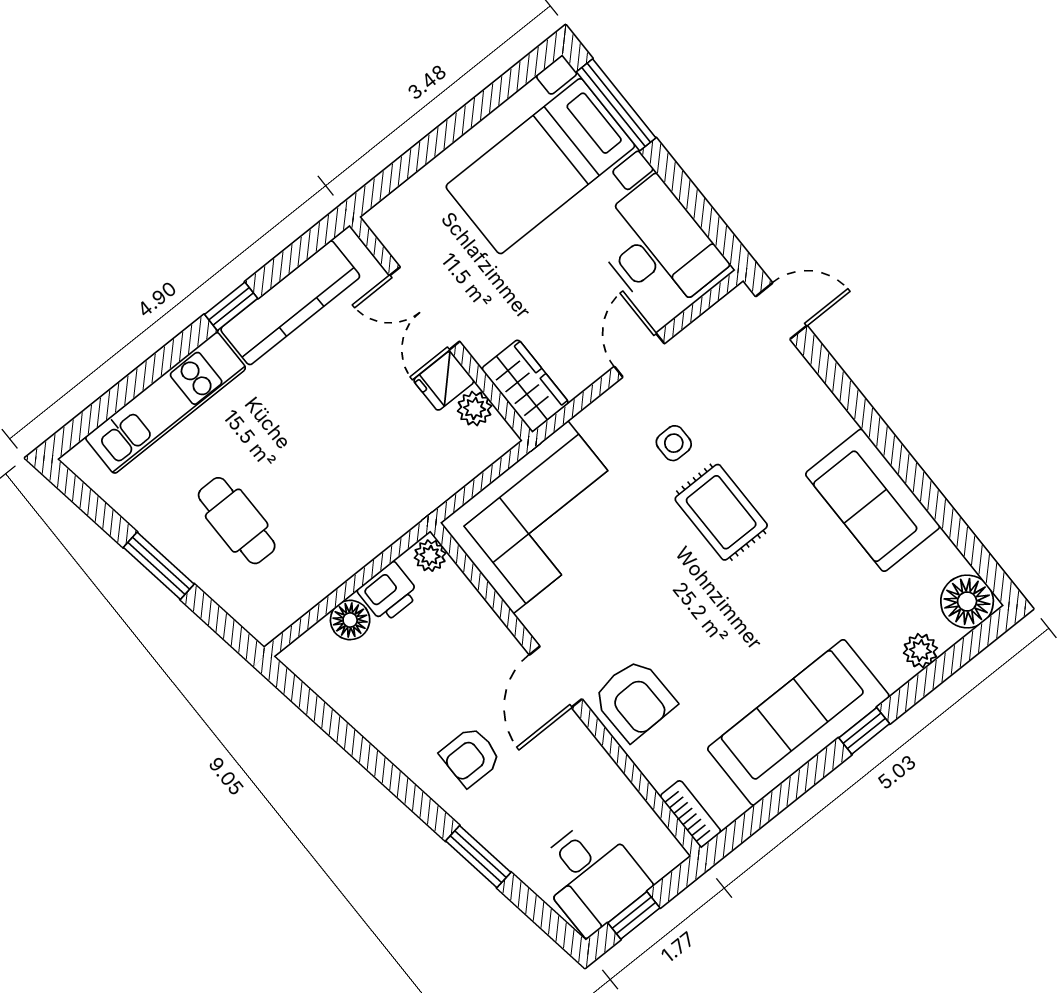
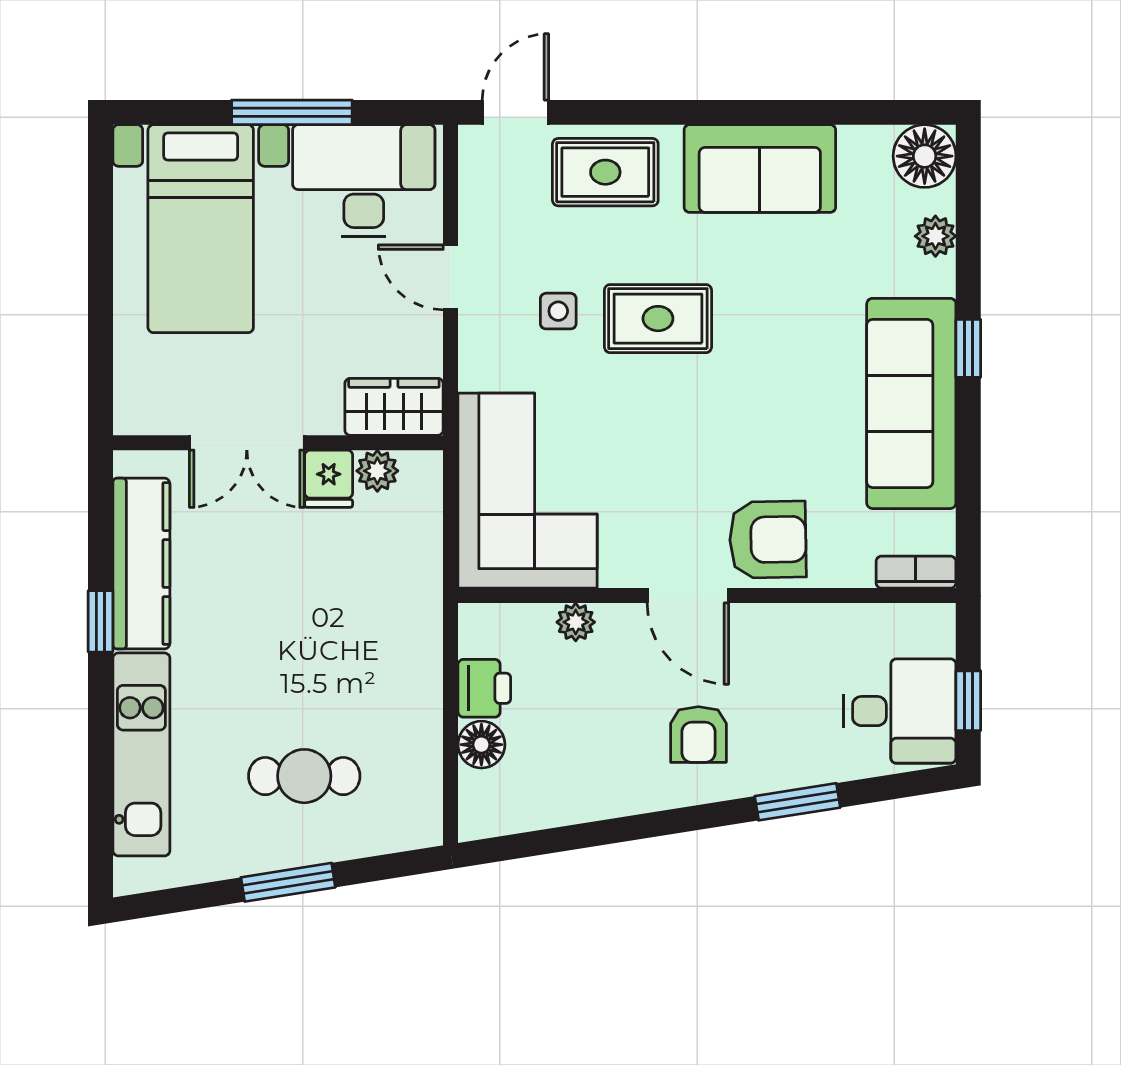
window: (616, 105) -> (292, 112), moved
rug: (789, 401) -> (605, 172), added
plant: (430, 556) -> (576, 622), moved

